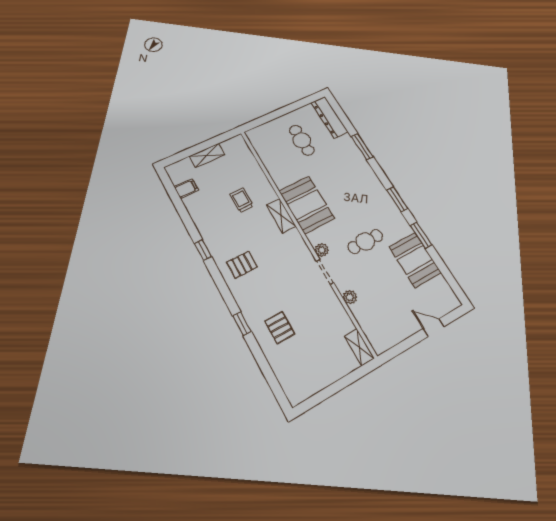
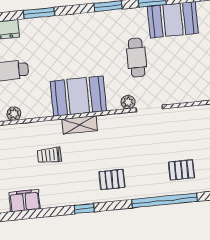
filing cabinet: (186, 188) -> (25, 201), width x2.00
pallet: (242, 265) -> (112, 180), turned 90
plant: (350, 297) -> (14, 114), moved
window: (242, 324) -> (164, 200), width x3.17

